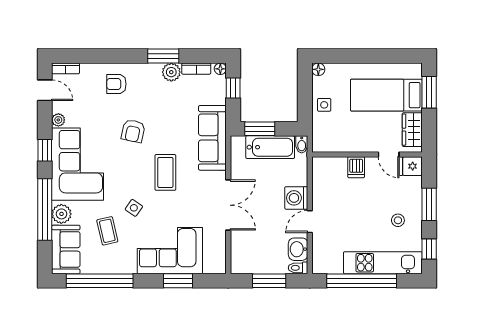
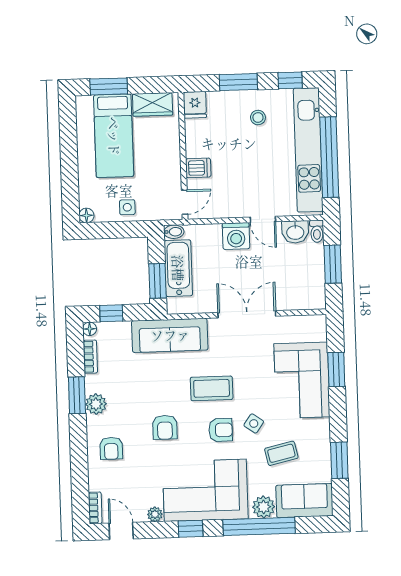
plant: (171, 72) -> (96, 404), moved
door: (45, 90) -> (121, 531), hinge flipped
armchair: (133, 131) -> (165, 427), turned 78
door: (389, 154) -> (185, 202), moved
armchair: (129, 179) -> (221, 430), added
kitchen unit: (383, 263) -> (308, 150), width x1.36
window: (100, 281) -> (339, 460), width x0.47

